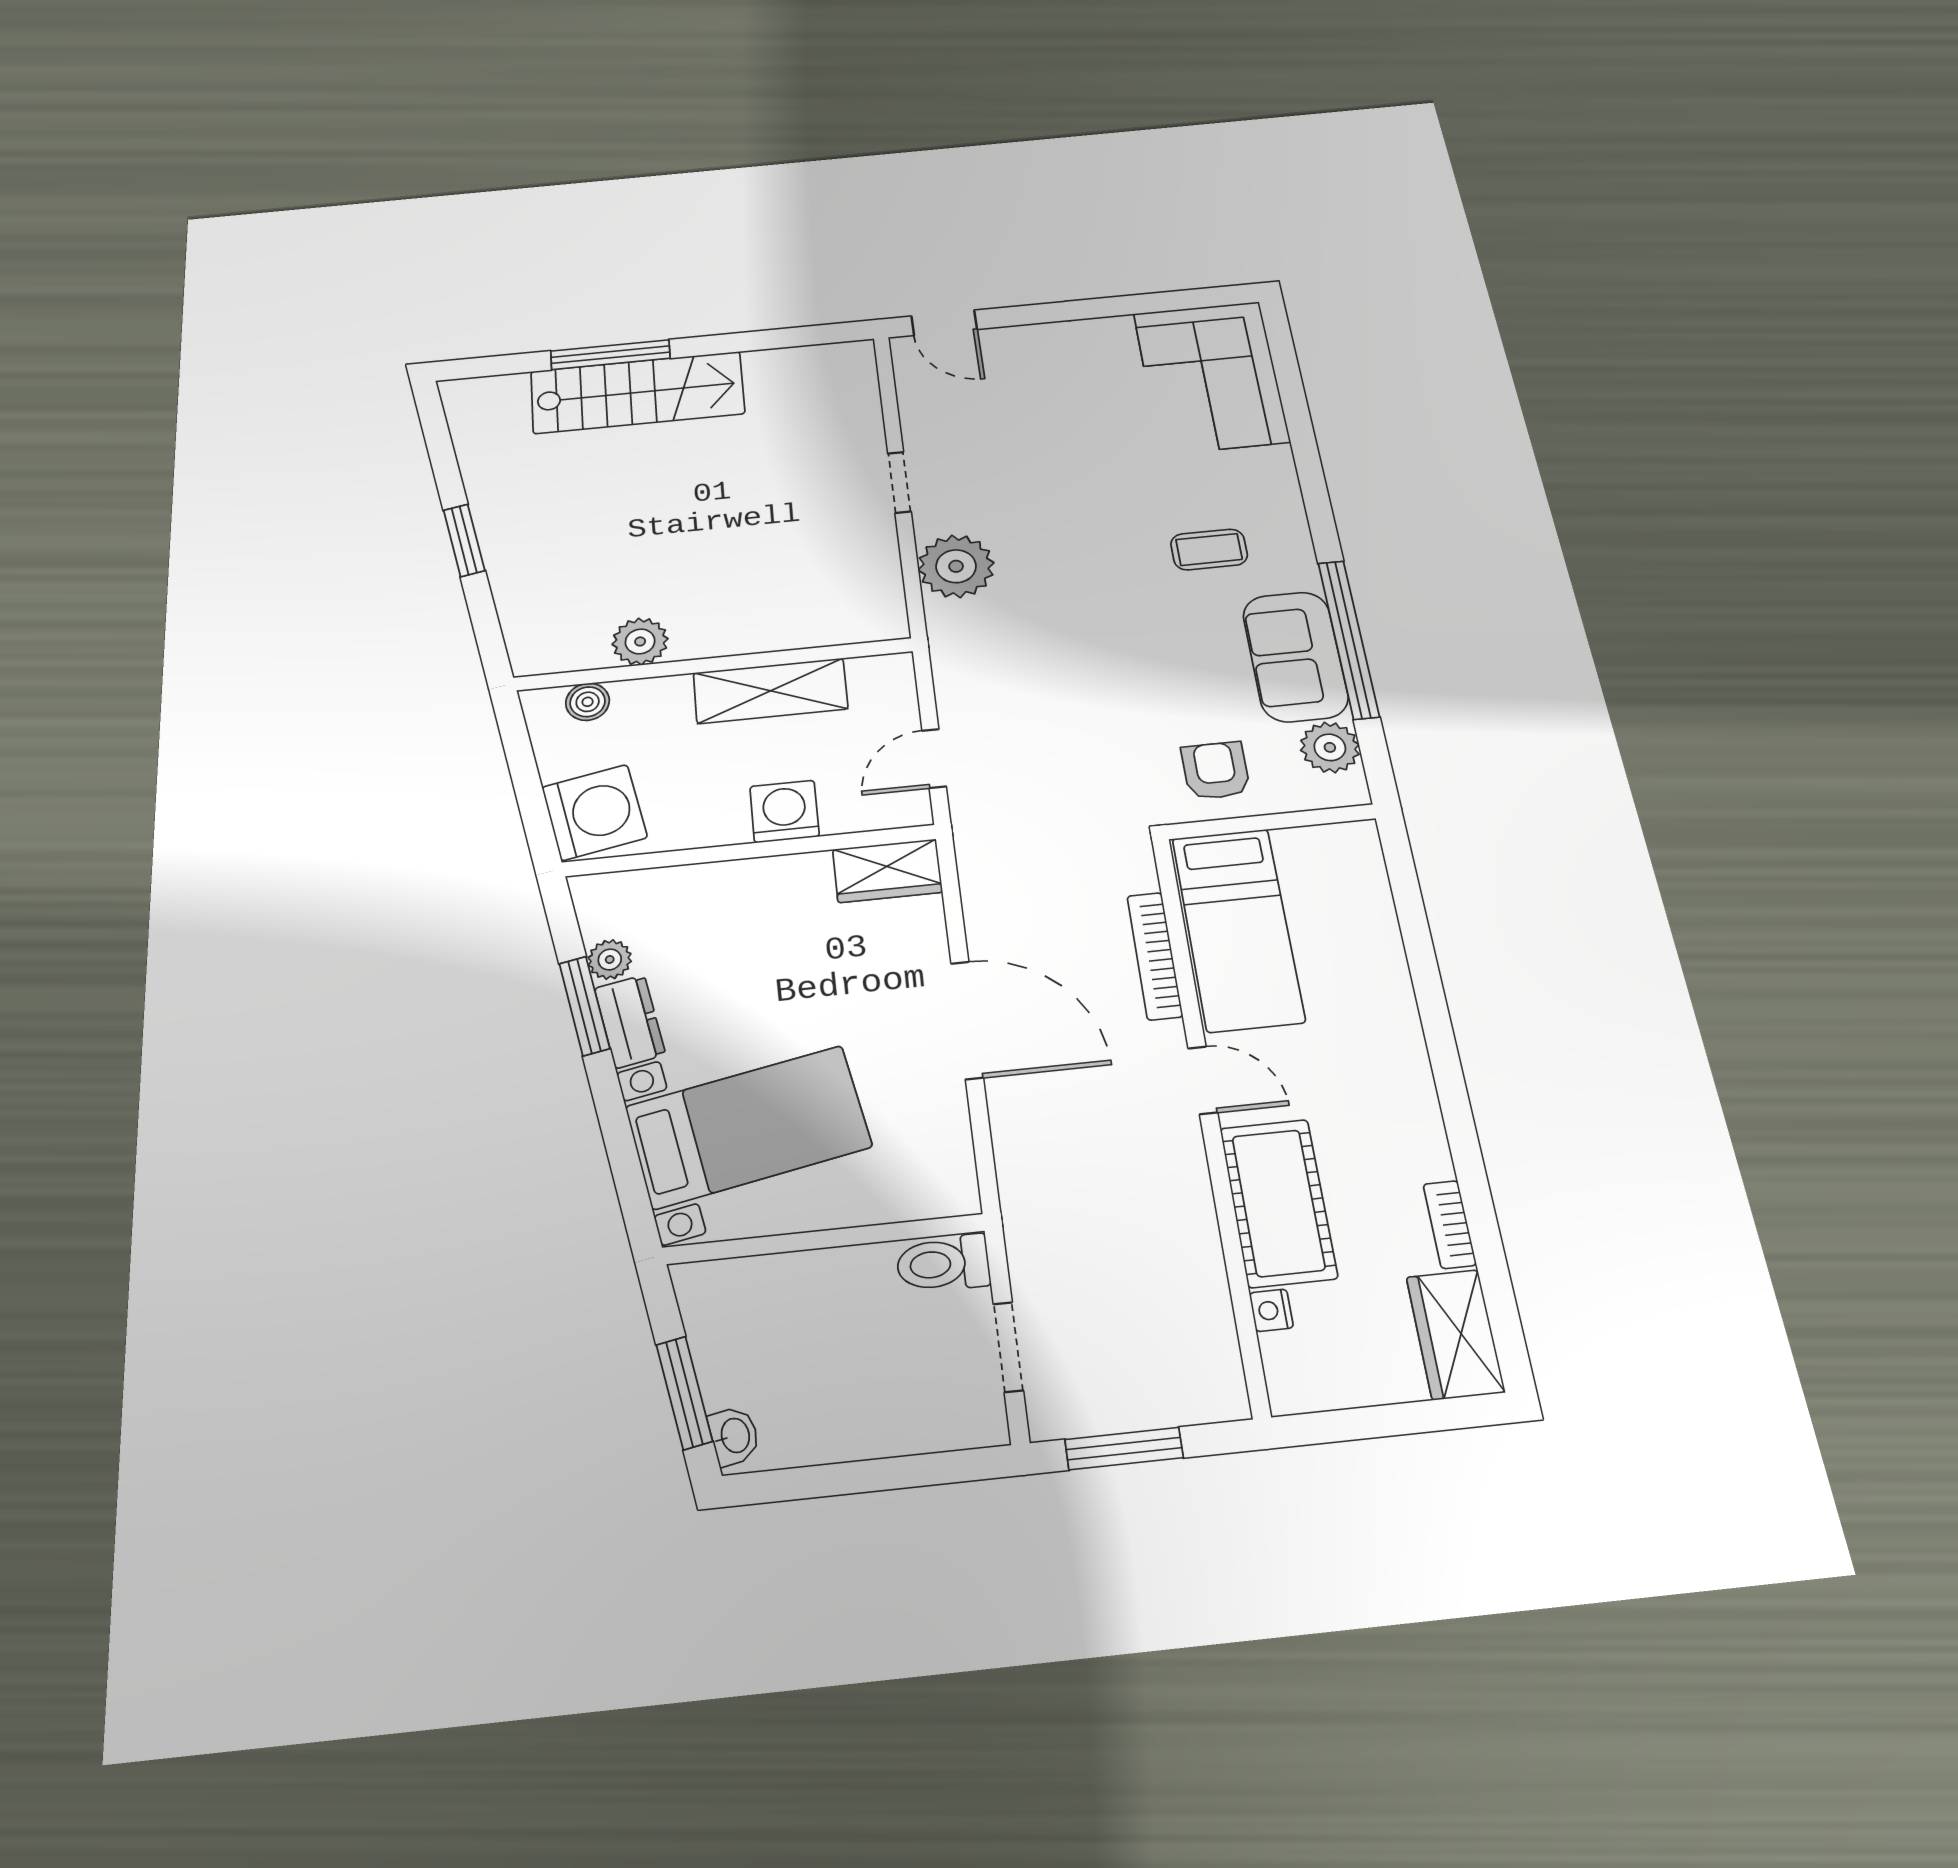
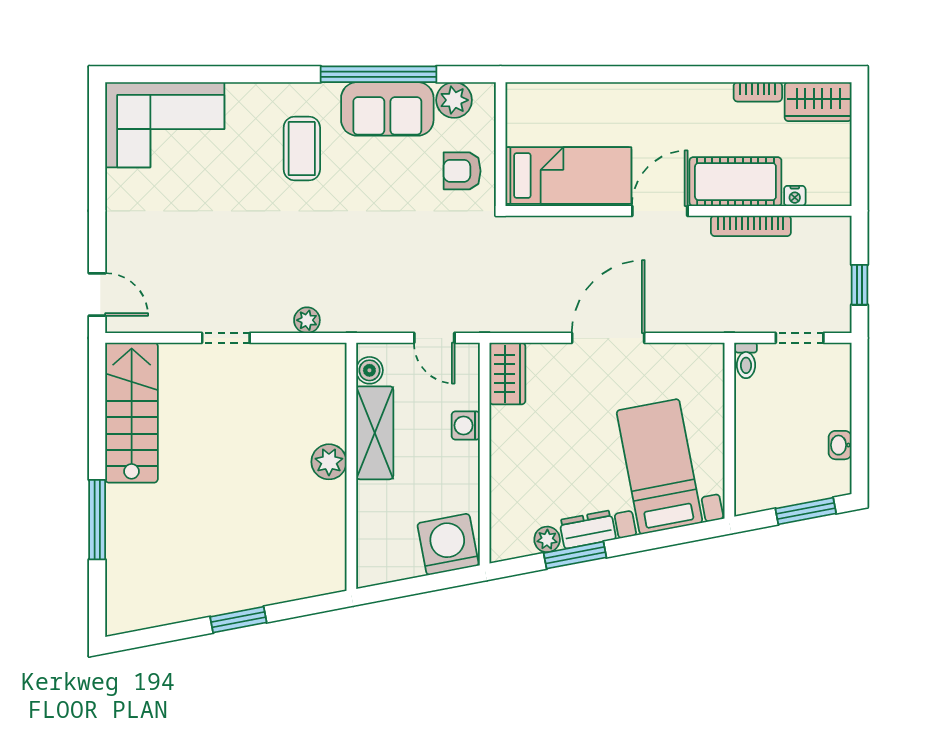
door: (944, 323) -> (97, 295), hinge flipped
stairs: (637, 392) -> (132, 413), moved
coffee table: (1209, 550) -> (302, 149), width x1.36, depth x1.30
plant: (956, 566) -> (307, 320), width x0.53, depth x0.53
plant: (640, 641) -> (329, 462), moved
boiler: (588, 702) -> (369, 370), moved
washing machine: (784, 811) -> (466, 425), width x0.73, depth x0.73
bookcase: (1155, 956) -> (751, 226), moved
door: (1203, 1080) -> (660, 211), width x1.38
toilet: (943, 1264) -> (746, 360), width x0.73, depth x0.72
washbasin: (734, 1436) -> (840, 445), moved, turned -79
window: (1124, 1449) -> (860, 285), width x0.67

